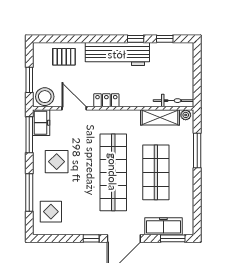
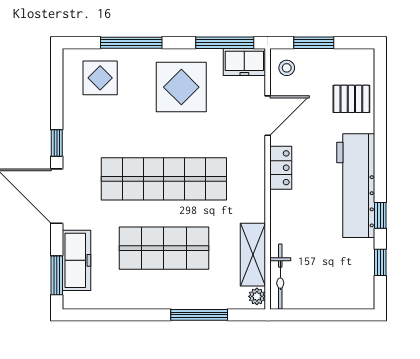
pallet: (64, 57) -> (351, 99), turned 90
stool: (45, 97) -> (287, 68), width x0.53, depth x0.53
display table: (57, 162) -> (181, 87), width x1.36, depth x1.36

